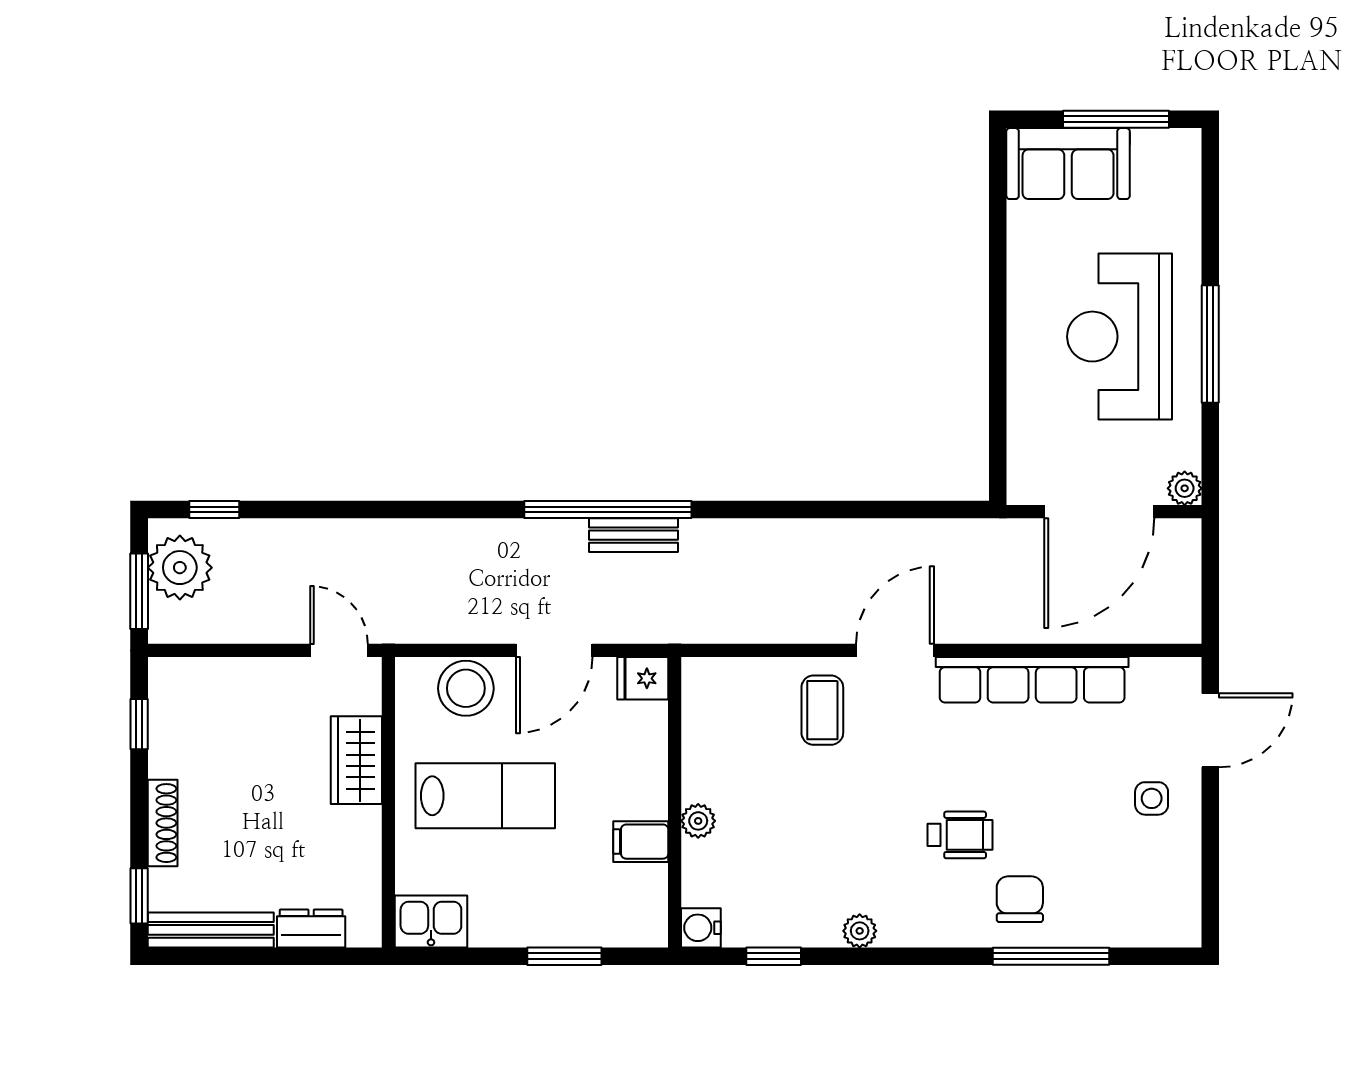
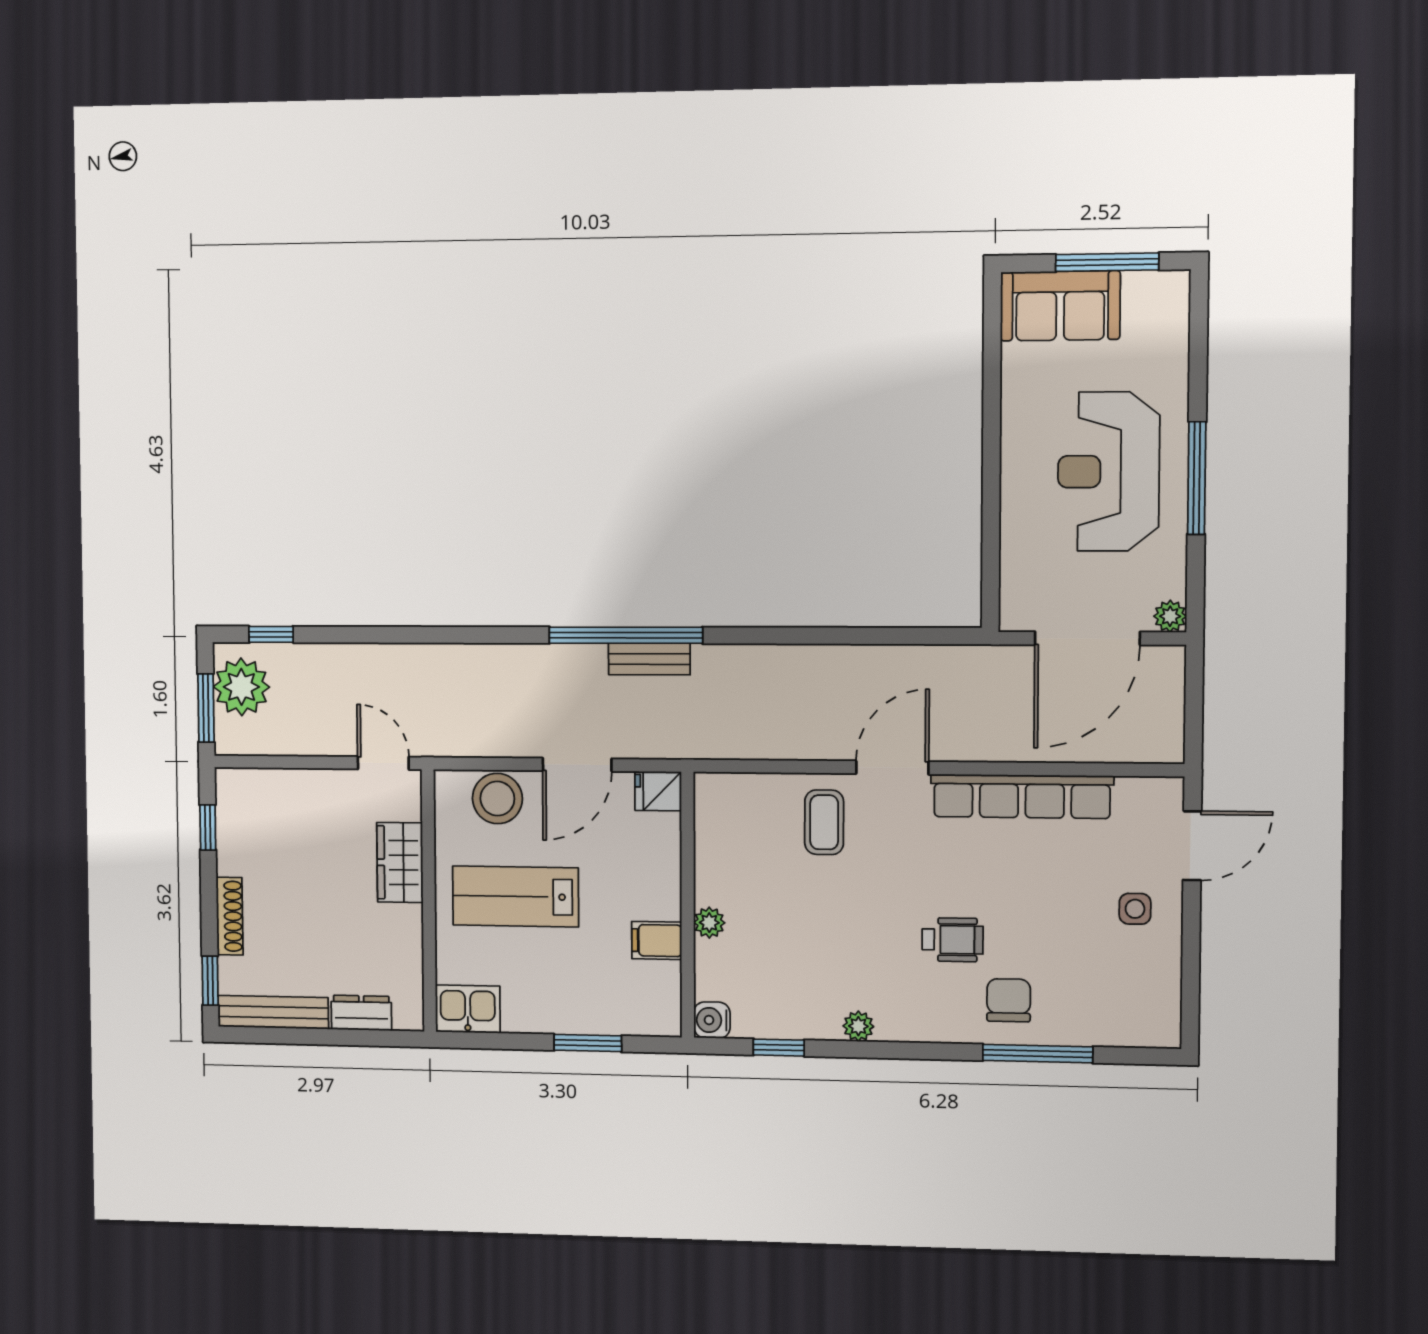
lab bench: (485, 796) -> (516, 896), turned 180

